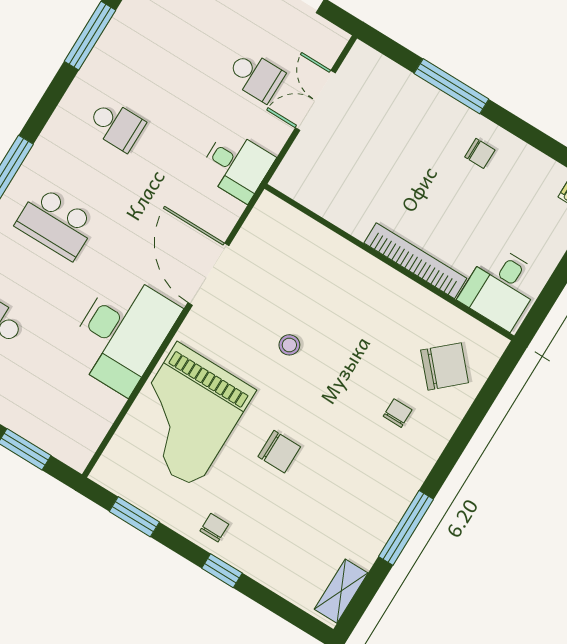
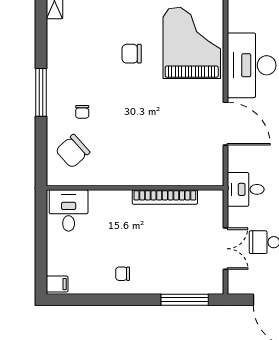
window: (451, 86) -> (185, 300), moved
bookcase: (415, 261) -> (165, 197), moved
stool: (289, 345) -> (161, 113), removed
window: (406, 528) -> (41, 92), moved

